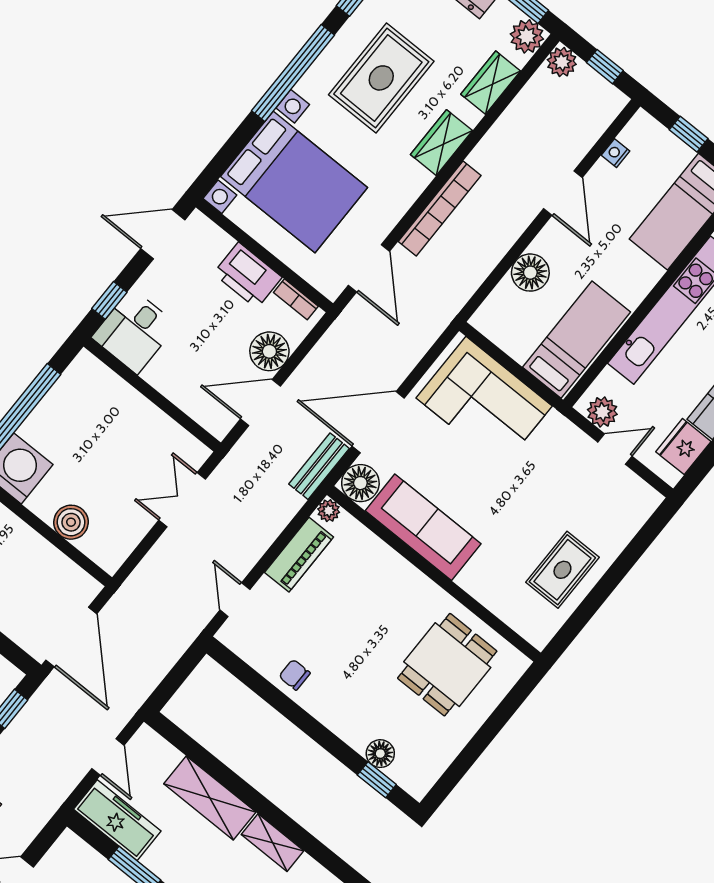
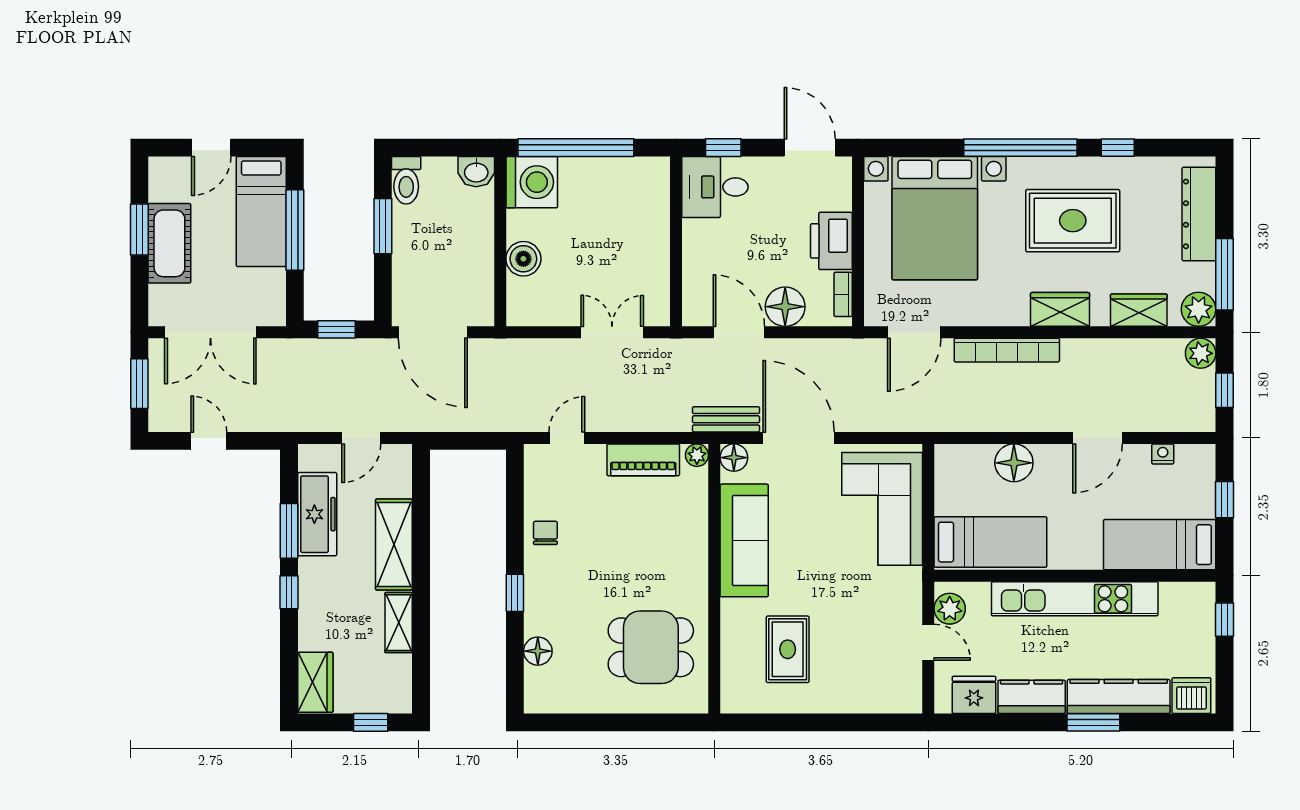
floor lamp: (360, 483) -> (734, 458), width x0.73, depth x0.73
rug: (562, 570) -> (788, 649), moved, turned 90
door: (71, 637) -> (433, 332), hinge flipped
window: (377, 780) -> (515, 593), moved
freezer: (117, 820) -> (317, 514), moved

